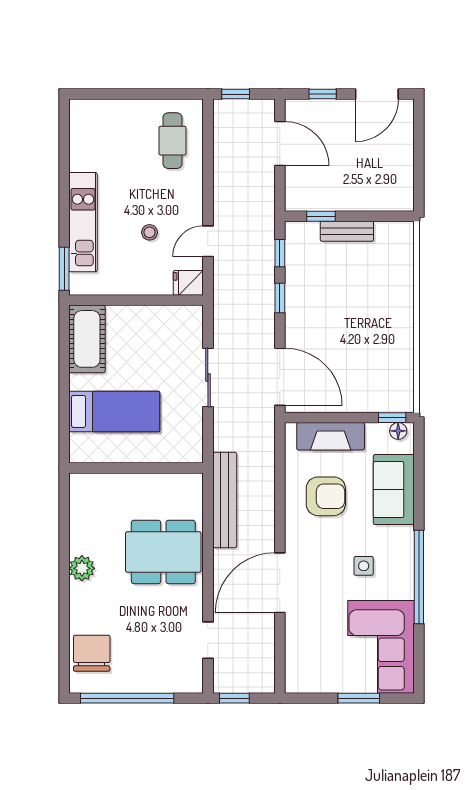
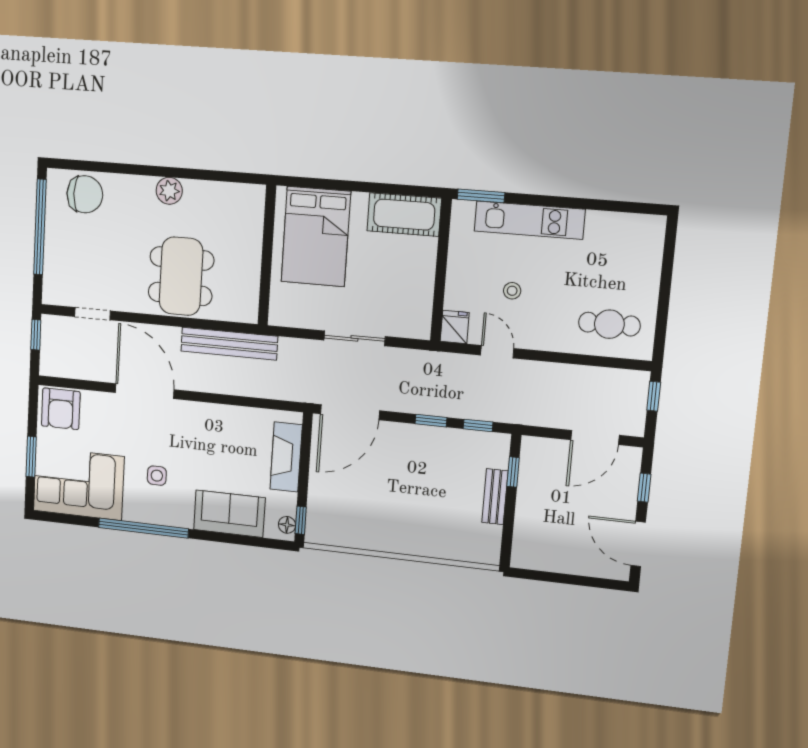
bed: (114, 411) -> (316, 237), width x1.50
armchair: (326, 496) -> (61, 409), moved

